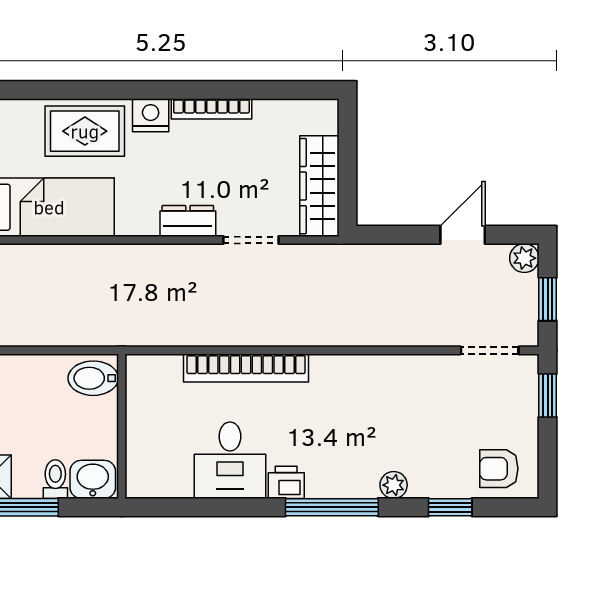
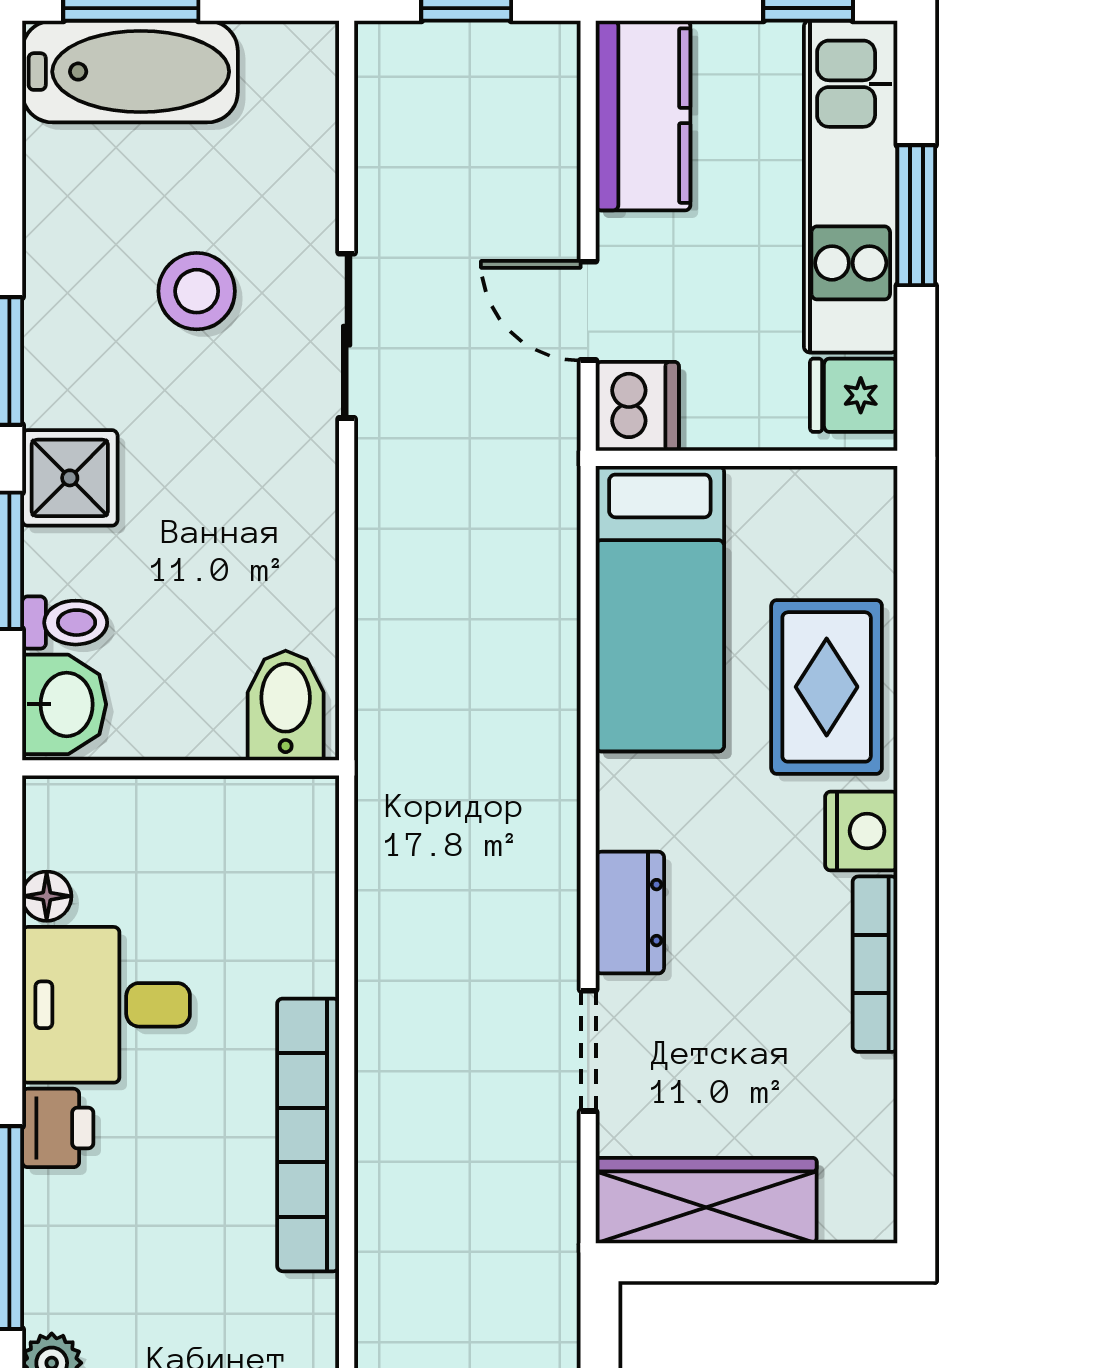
bookcase: (246, 368) -> (308, 1135), moved
floor lamp: (180, 487) -> (47, 896), added

